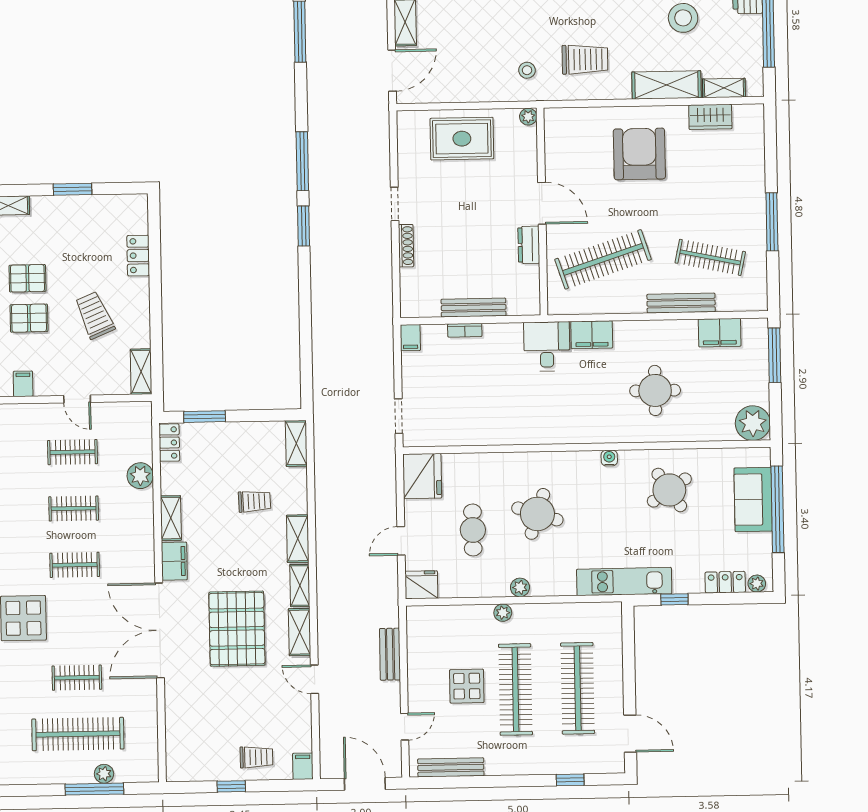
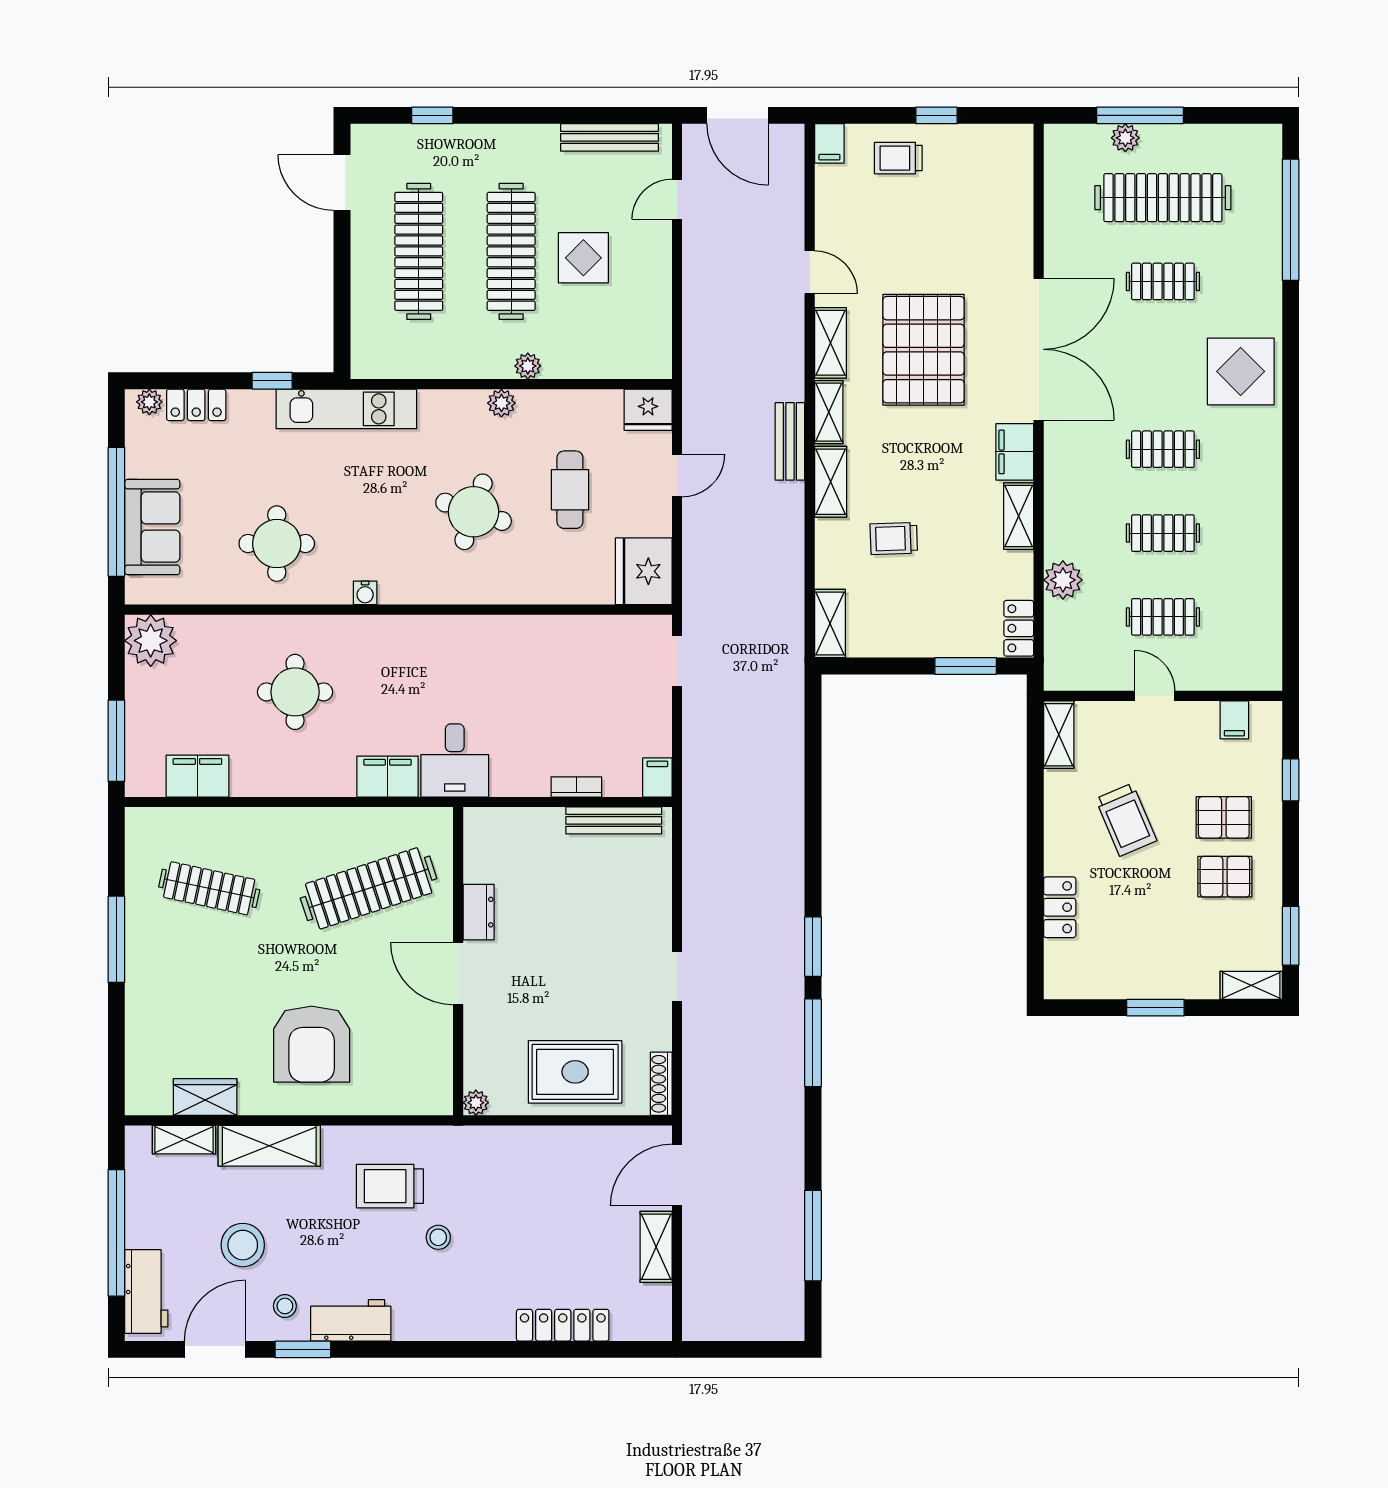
stool: (527, 70) -> (438, 1237), moved
shoe rack: (406, 246) -> (661, 1084), moved
bench: (681, 303) -> (254, 821), removed
bench: (474, 308) -> (614, 820), moved
round table: (669, 490) -> (277, 544), turned 34
bench: (390, 654) -> (790, 441), moved

